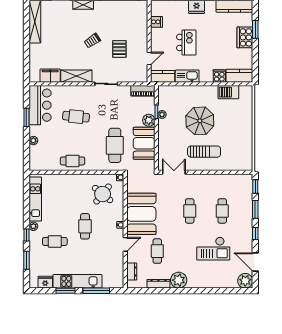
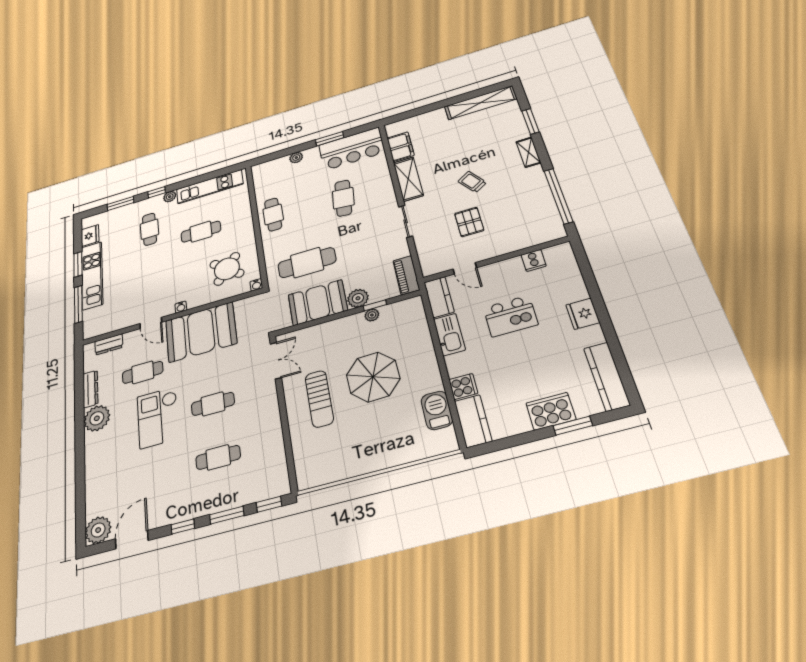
pallet: (119, 49) -> (469, 222), turned 90
cafe table: (85, 226) -> (201, 232), moved
checkout: (213, 249) -> (158, 418), moved

